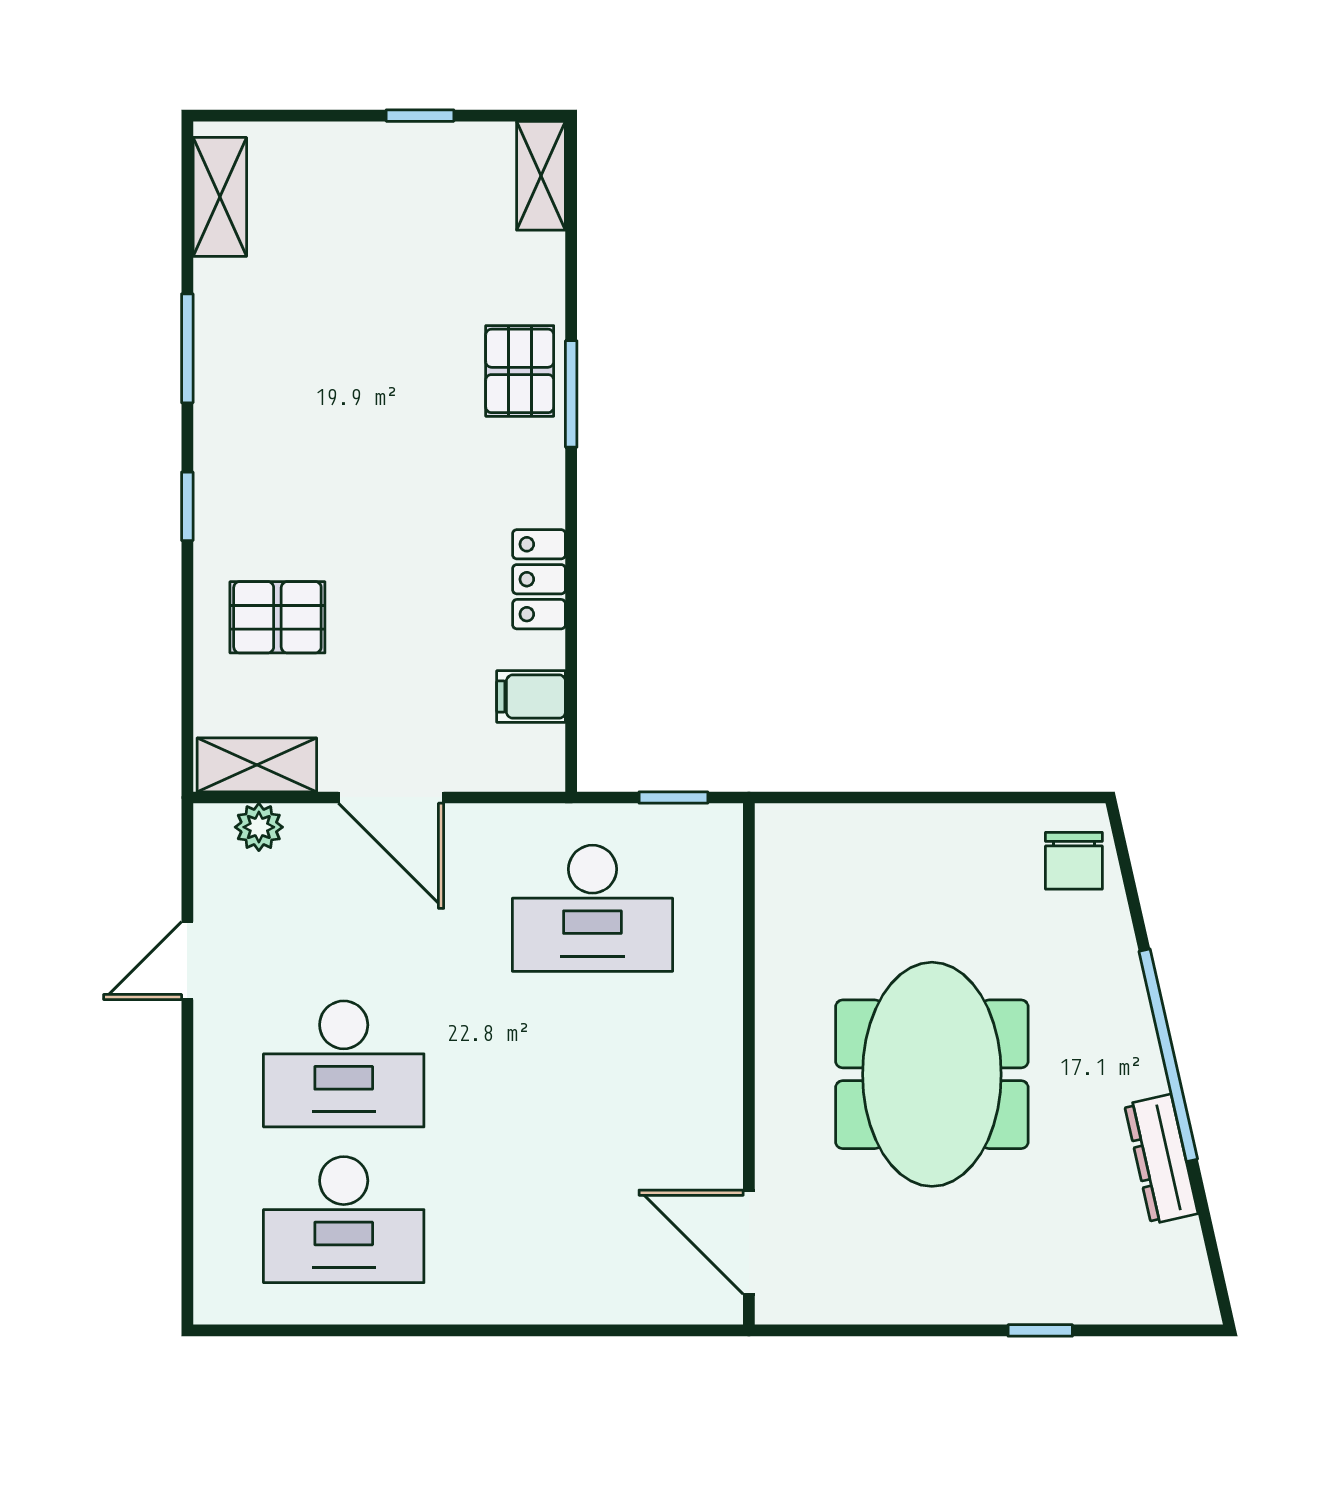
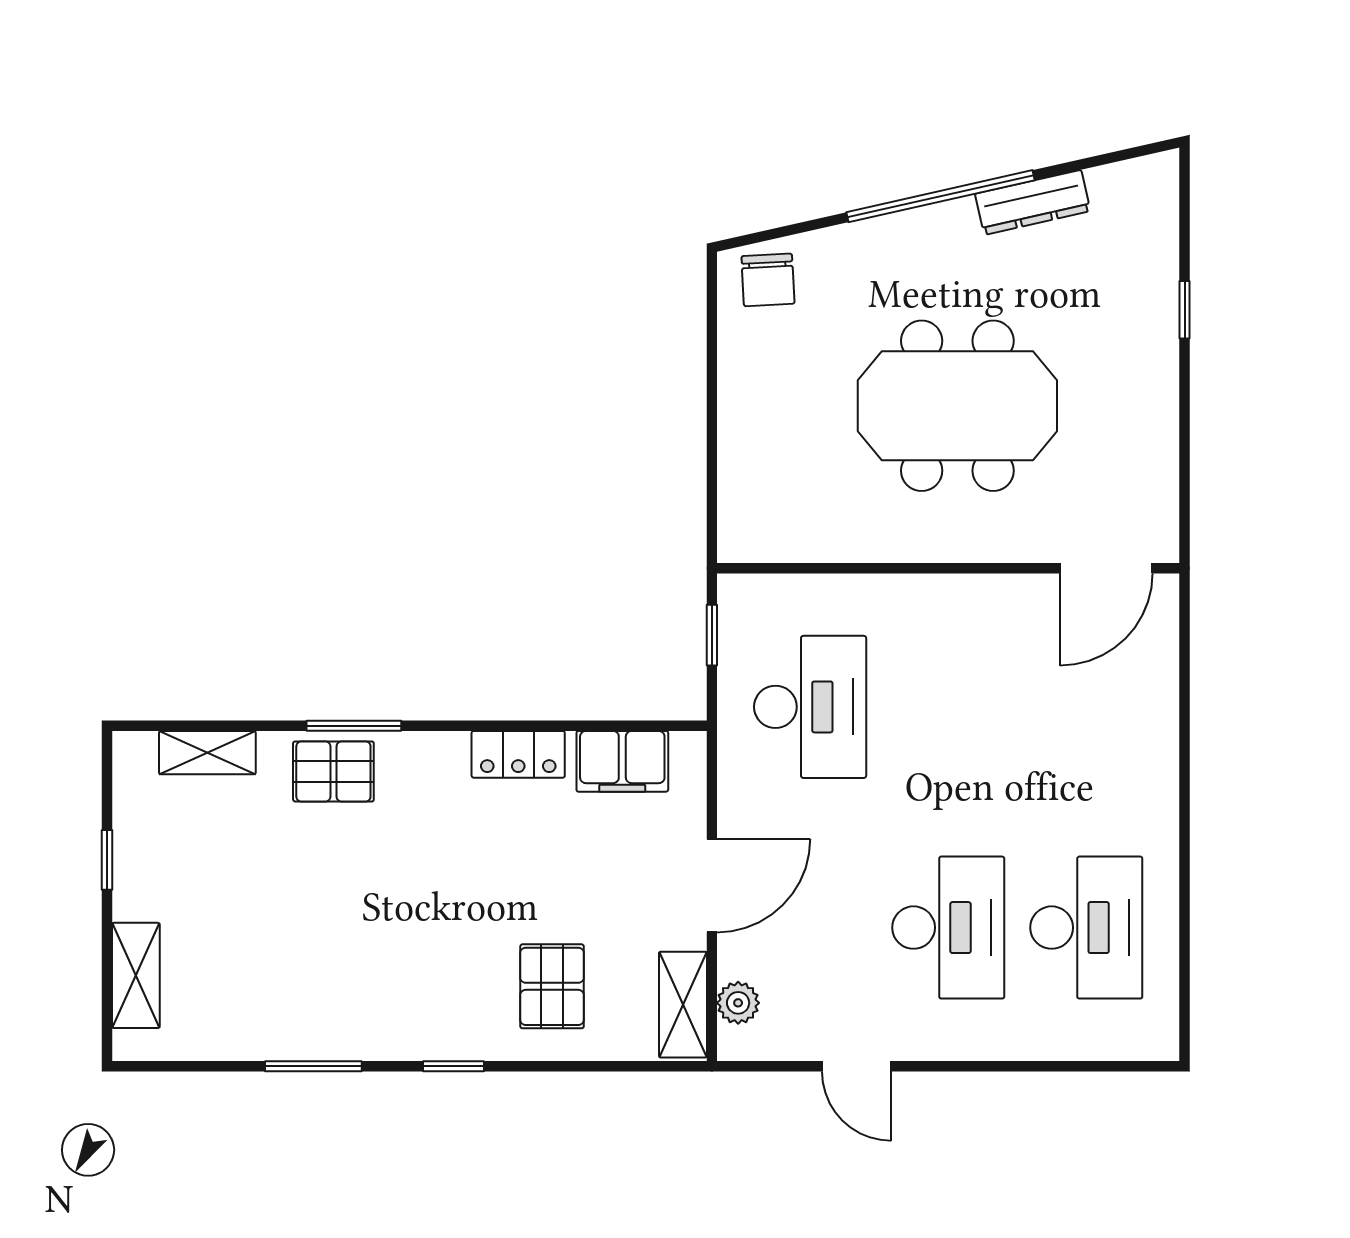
shelving: (541, 176) -> (207, 753), moved
shelving: (220, 197) -> (136, 975), moved, turned 90
filing cabinet: (531, 697) -> (622, 761), width x2.00
chair: (1074, 861) -> (768, 280), turned 87

